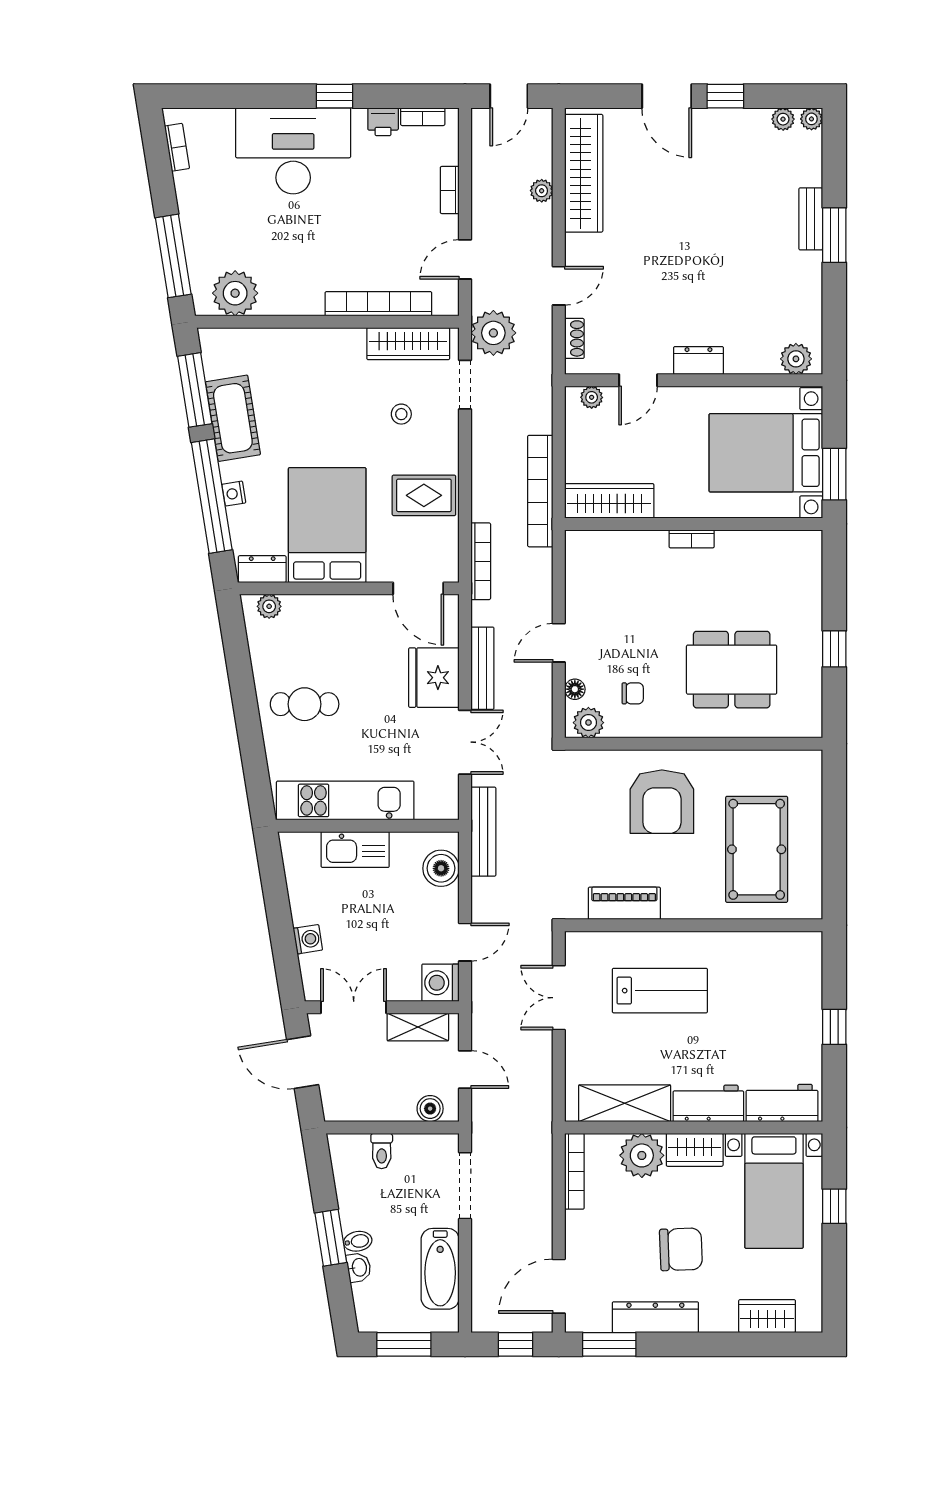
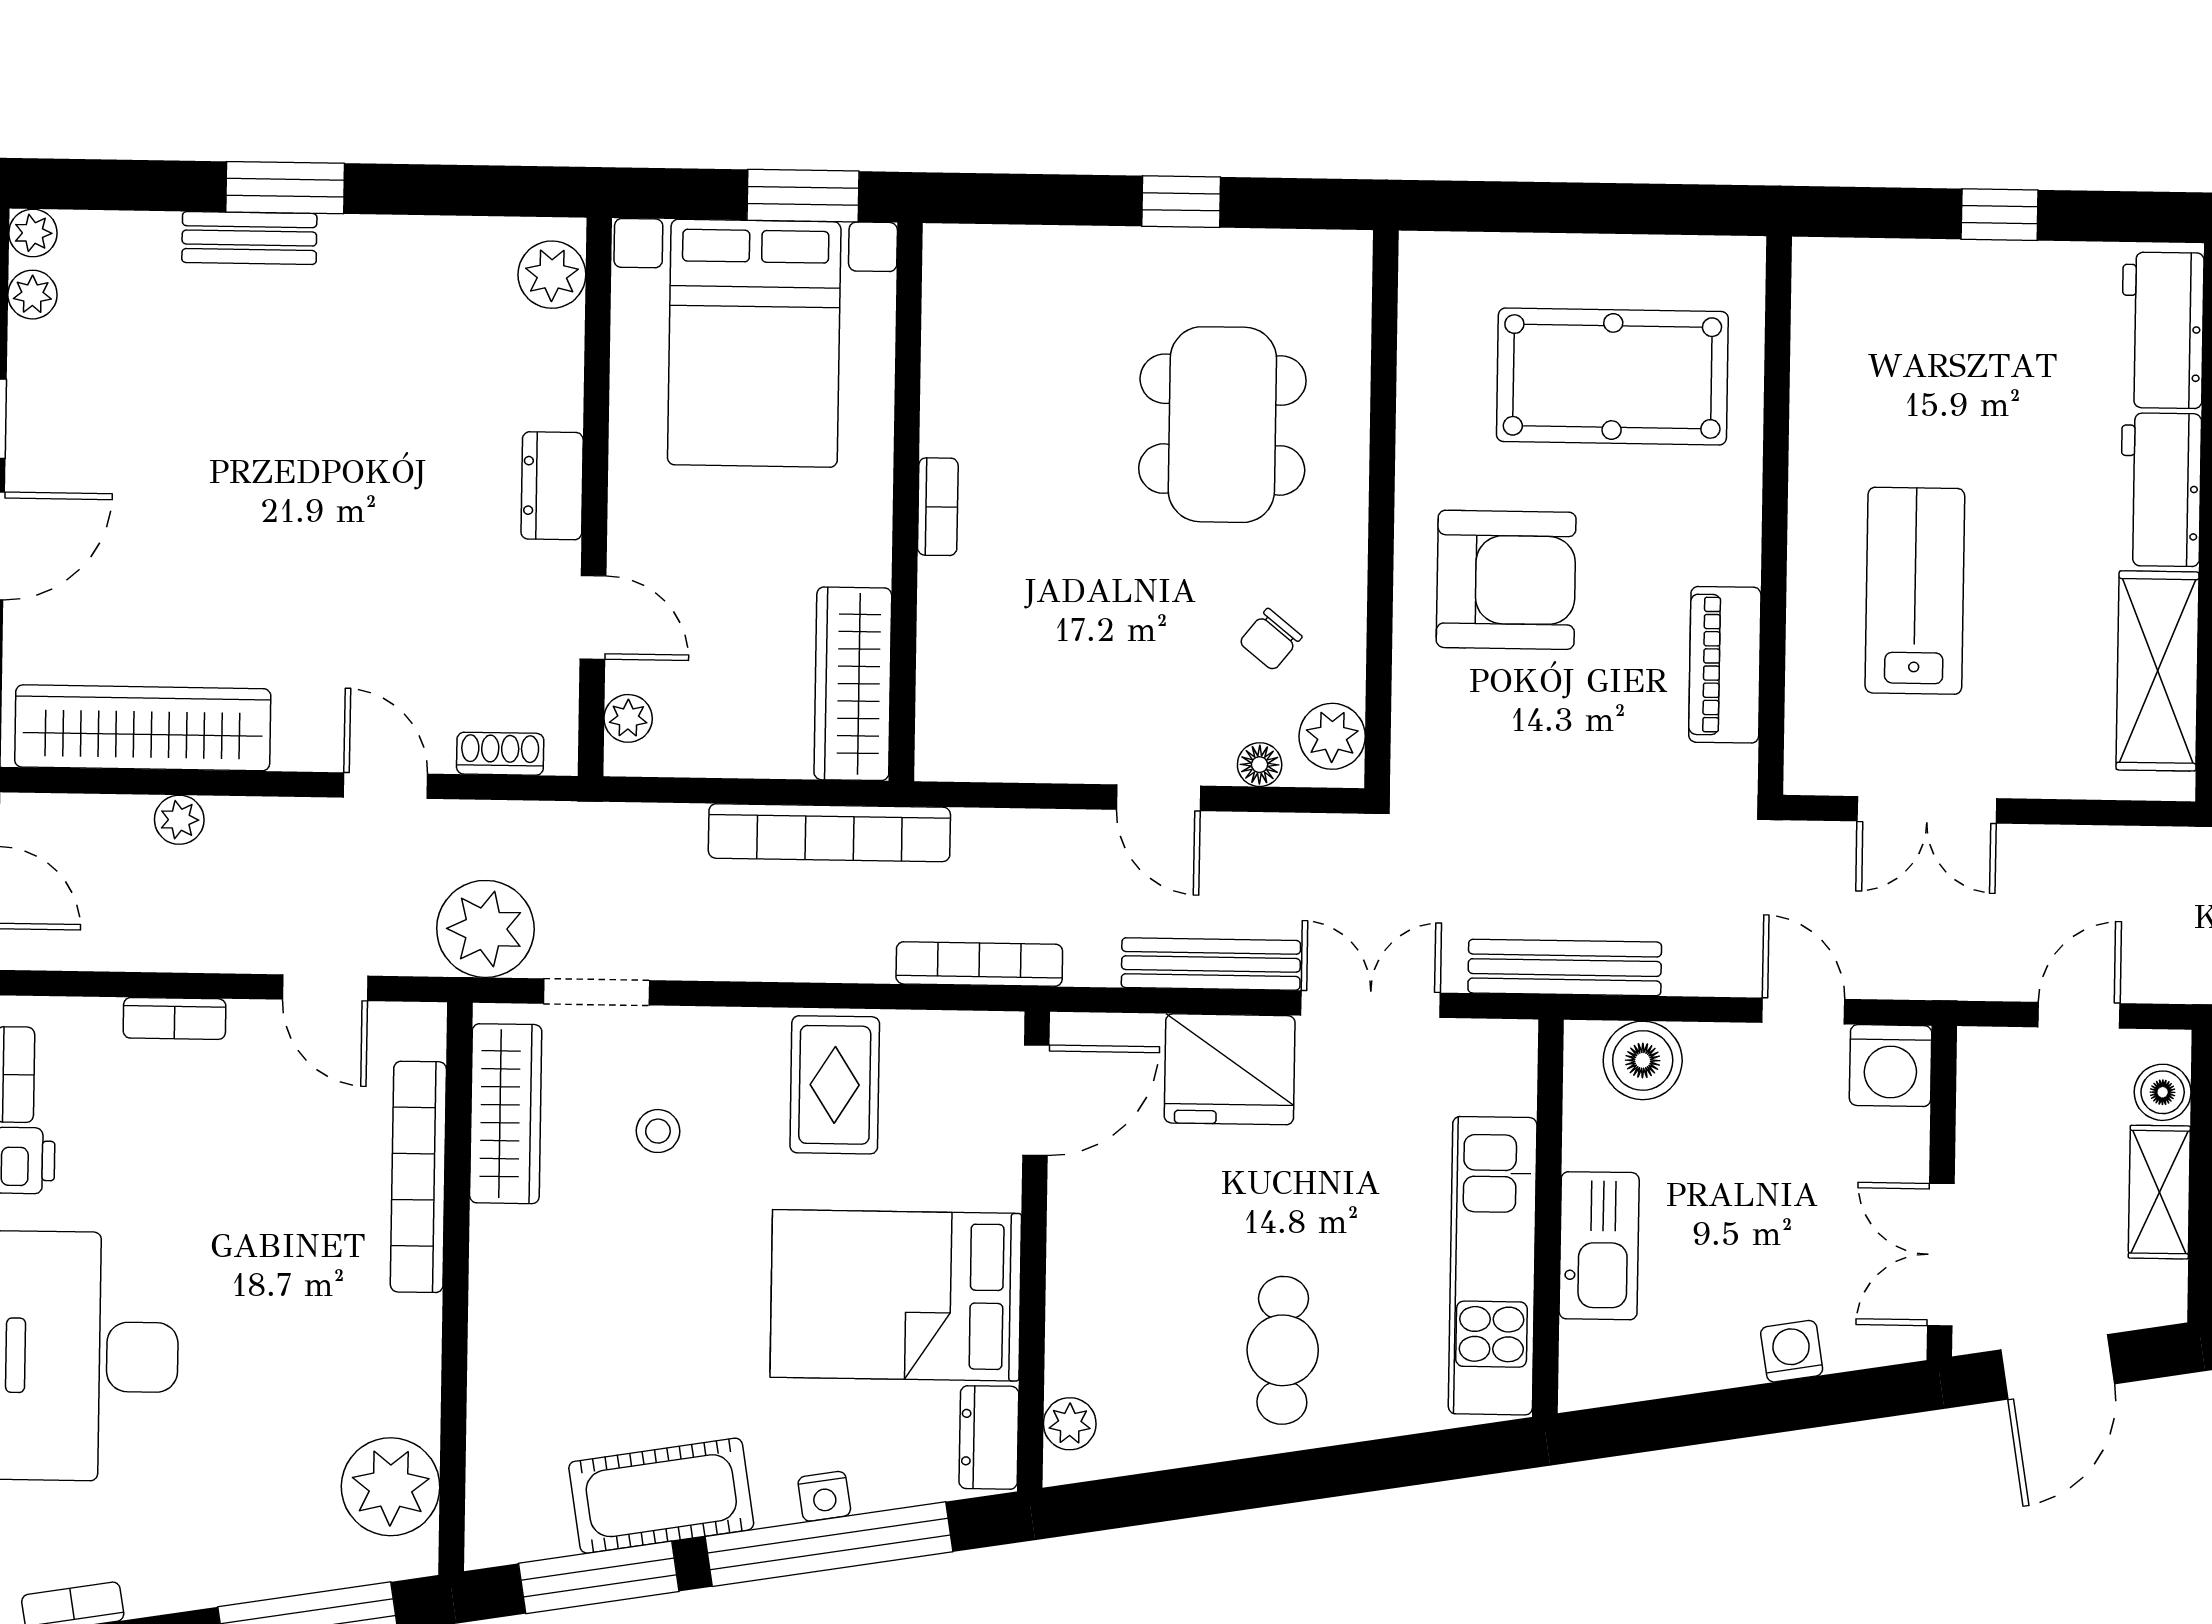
chair: (633, 693) -> (1271, 640), turned -141
shelving: (418, 1027) -> (2159, 1192), moved

